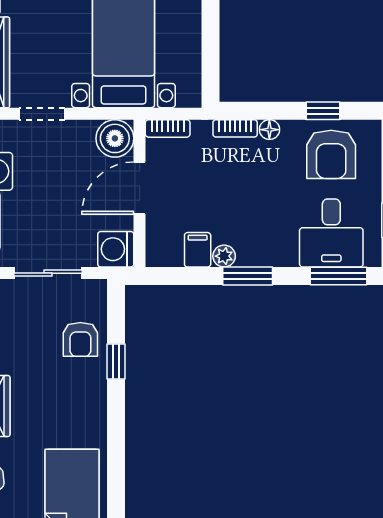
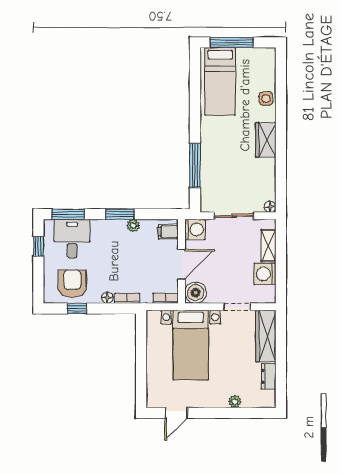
filing cabinet: (198, 250) -> (168, 232), moved, turned 90
armchair: (80, 339) -> (215, 178), removed
window: (116, 362) -> (195, 165), width x2.17

